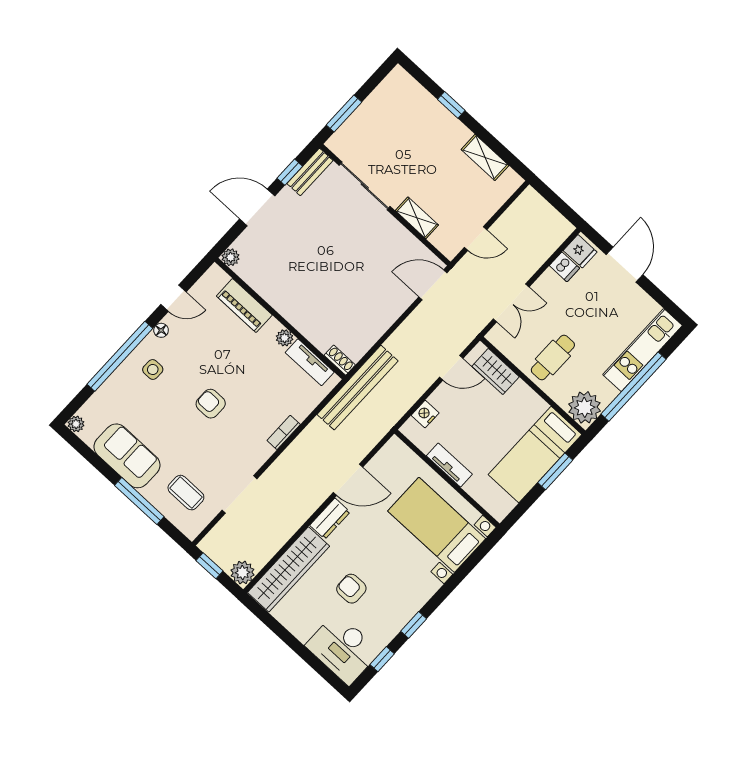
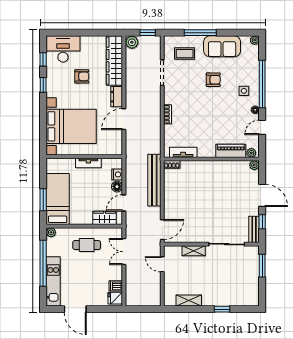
door: (257, 207) -> (262, 195), hinge flipped
door: (476, 239) -> (162, 264), hinge flipped
door: (624, 265) -> (75, 309), moved
plant: (285, 338) -> (251, 153), moved
cafe table: (553, 357) -> (87, 245), turned 90
bench: (358, 388) -> (154, 180), moved
floor lamp: (440, 398) -> (117, 187), added
armchair: (211, 404) -> (213, 80), moved
plant: (585, 407) -> (51, 232), width x0.53, depth x0.53
bed with nightstands: (437, 525) -> (71, 126), width x1.36

